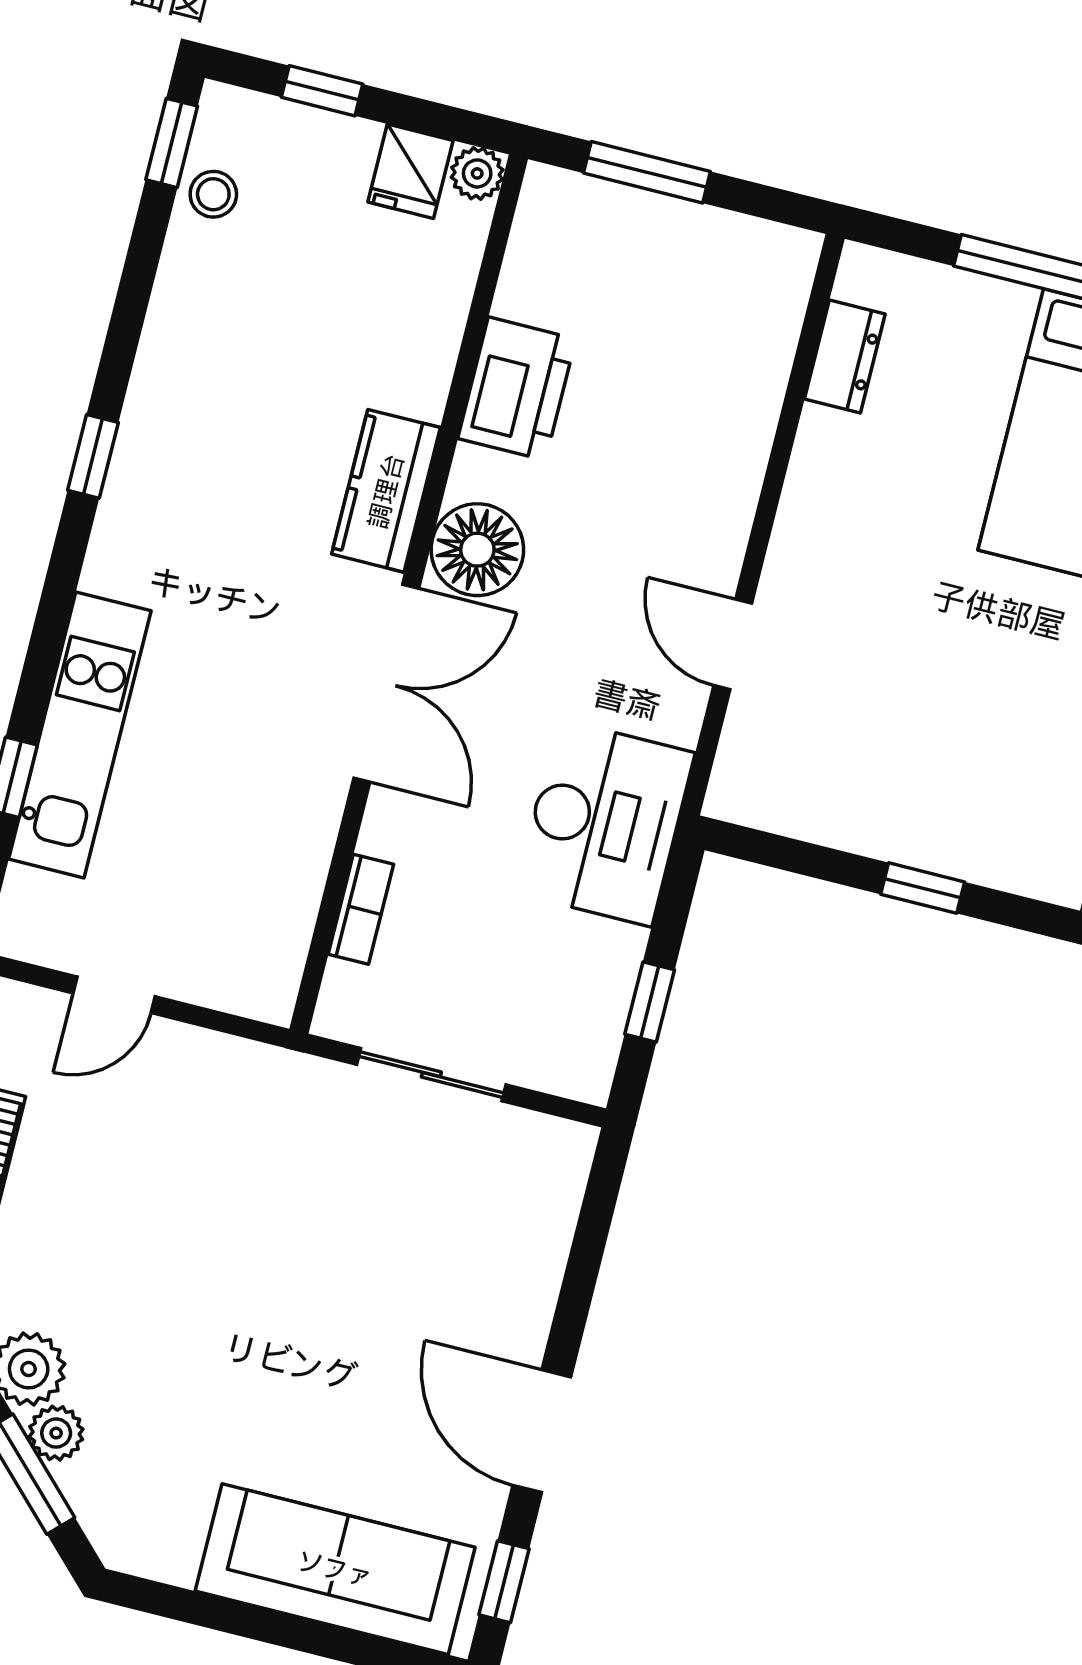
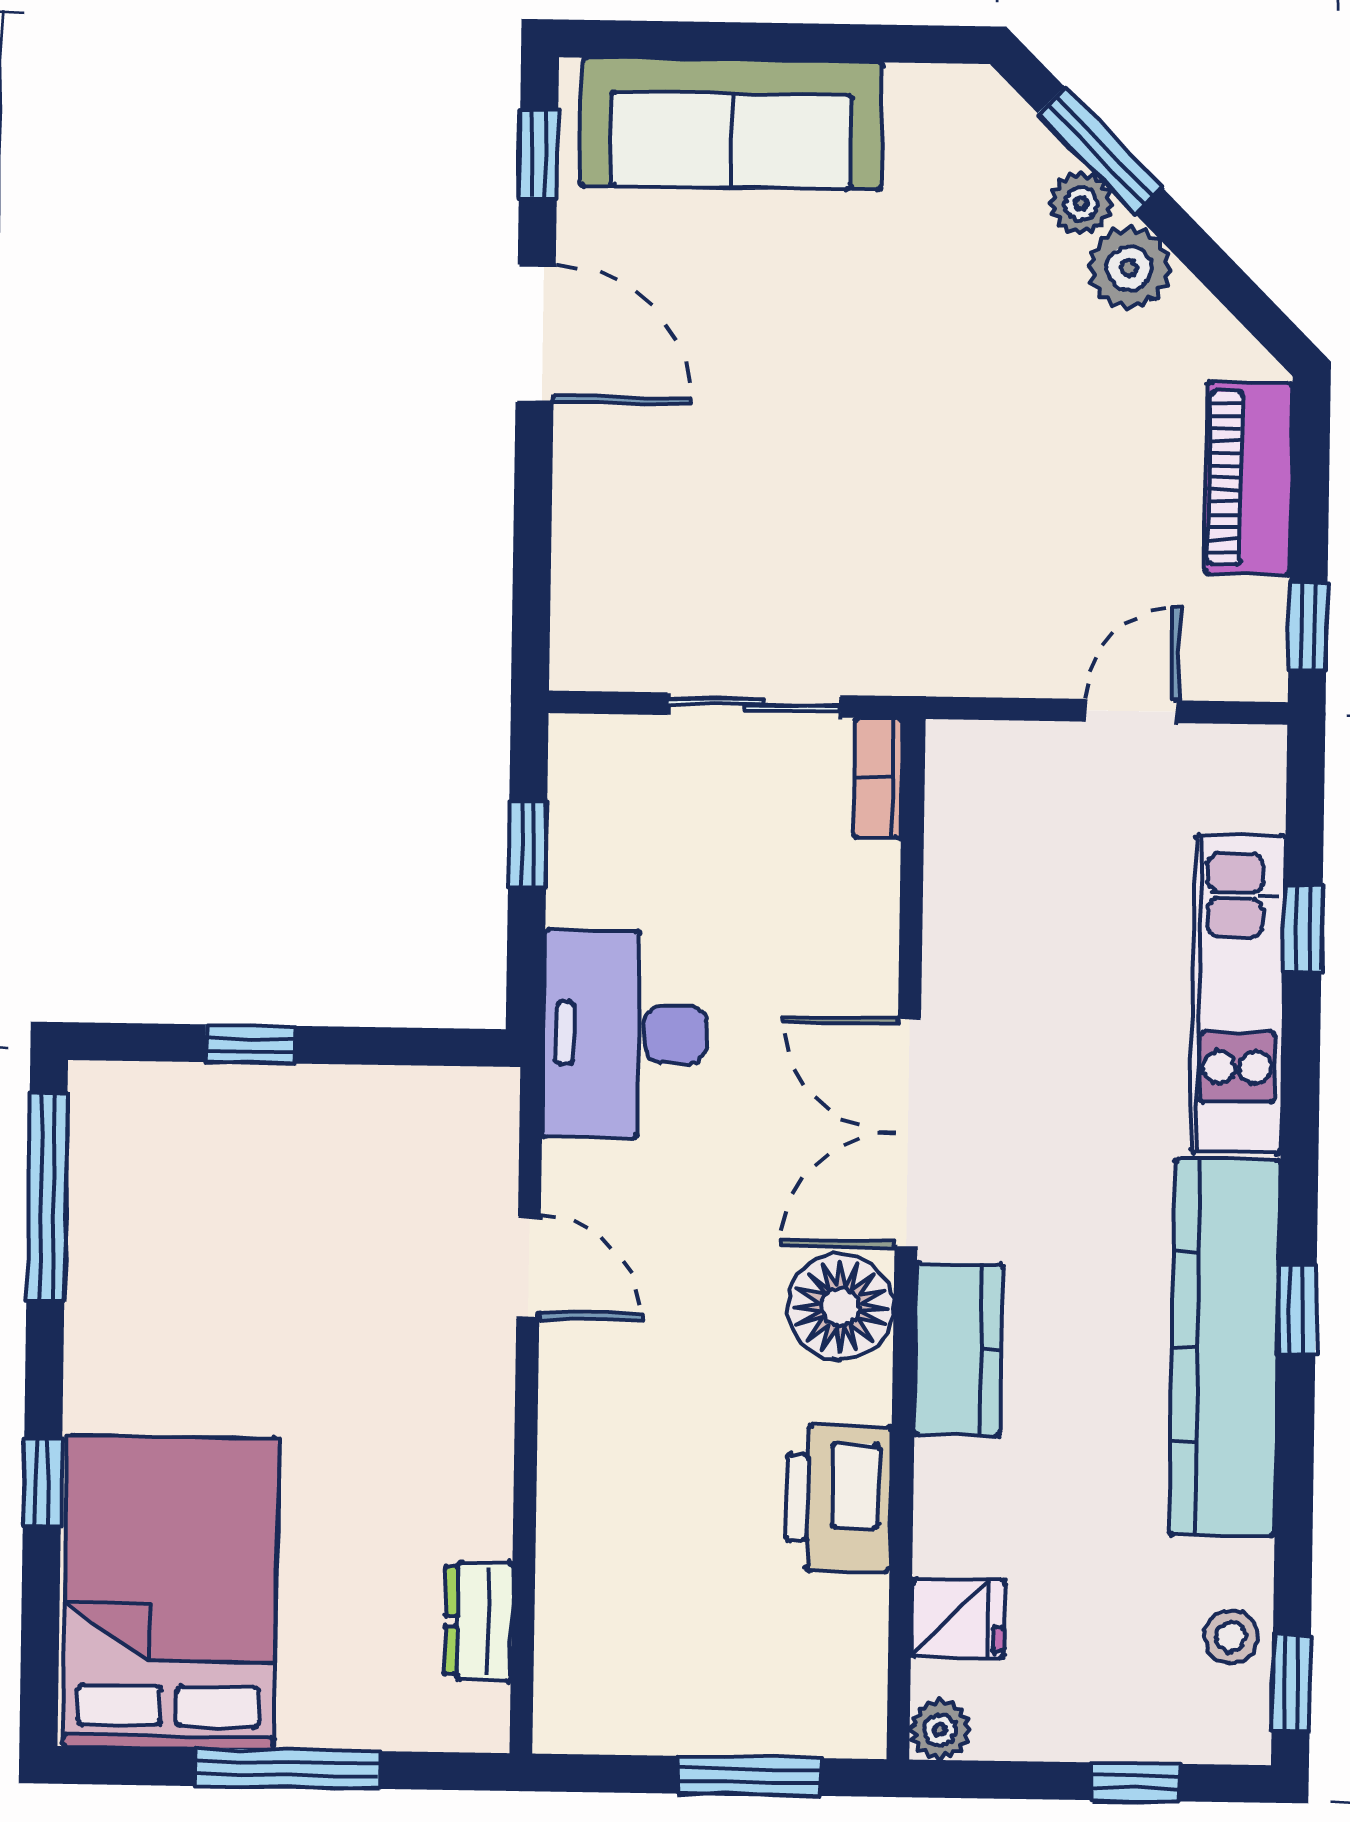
fridge: (410, 171) -> (958, 1618), moved, turned 90
kitchen counter: (161, 440) -> (1225, 1347), added
bookcase: (361, 909) -> (878, 778), moved

